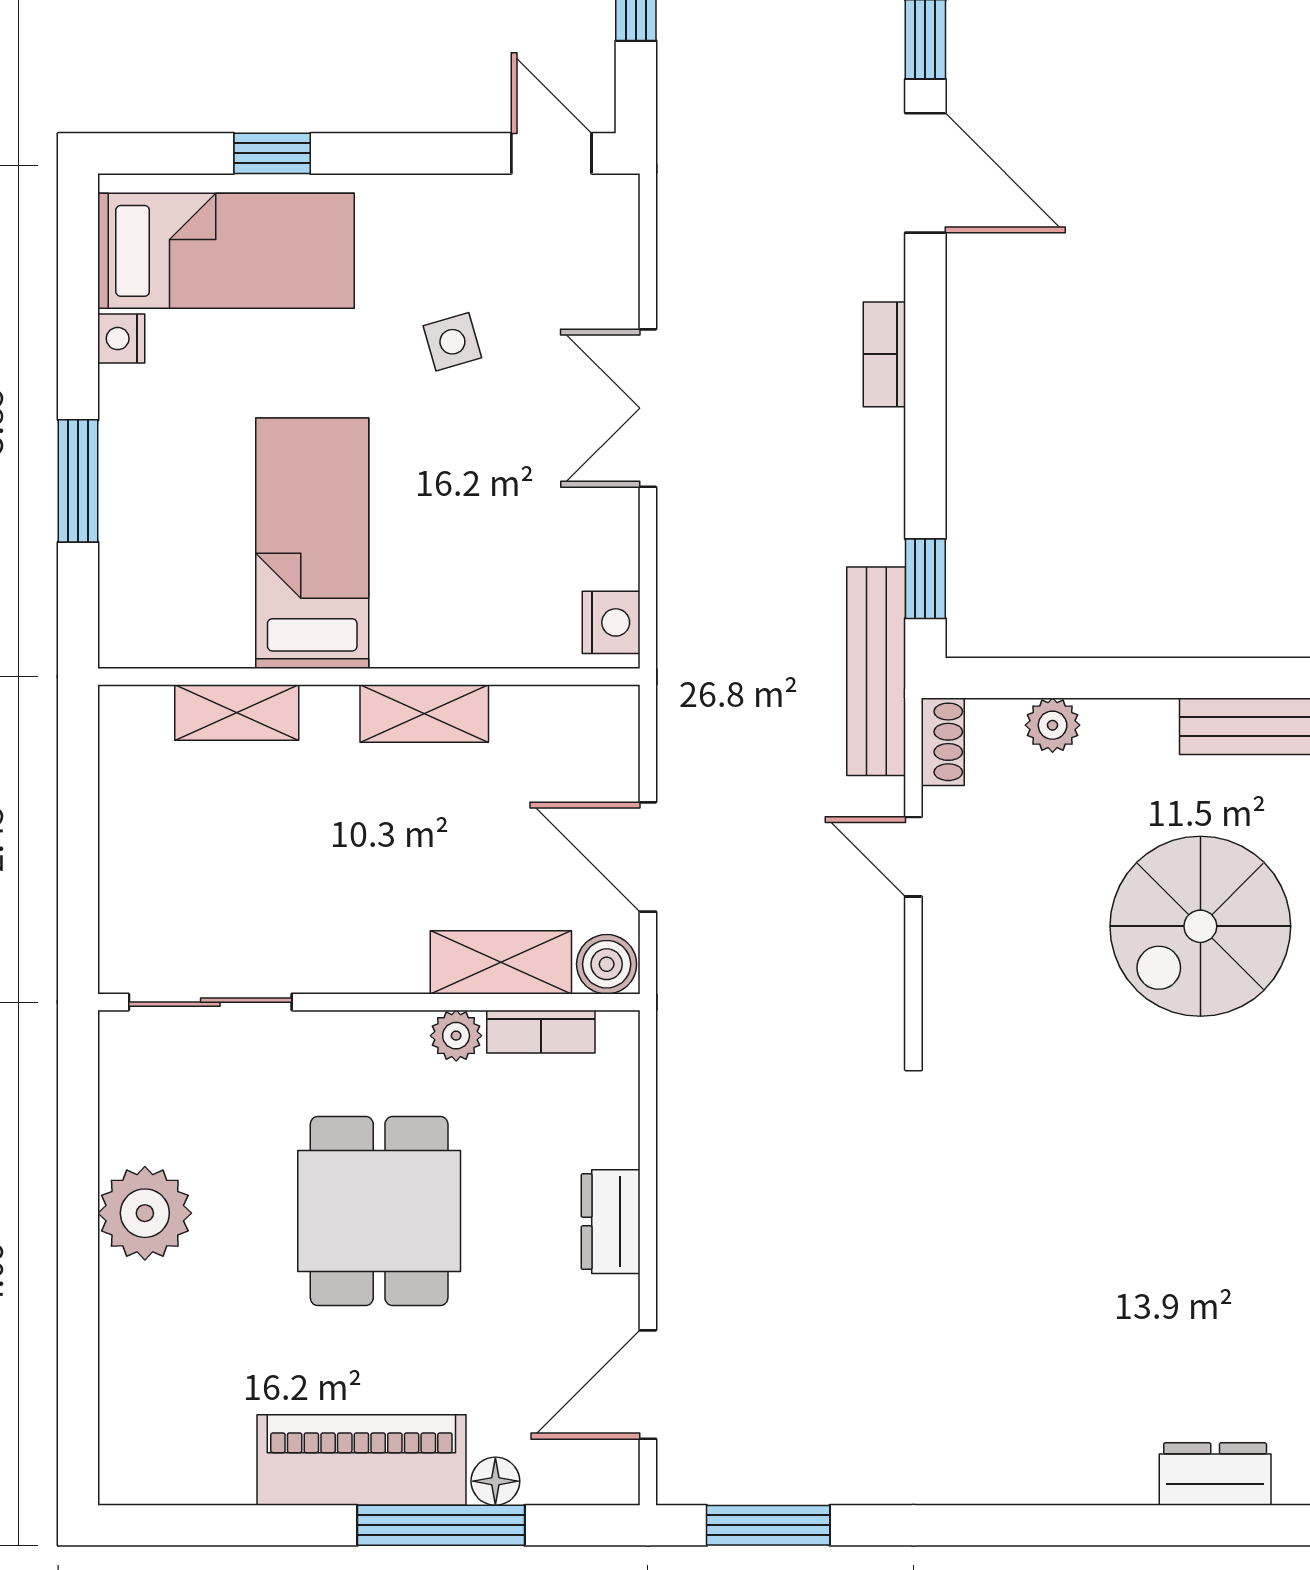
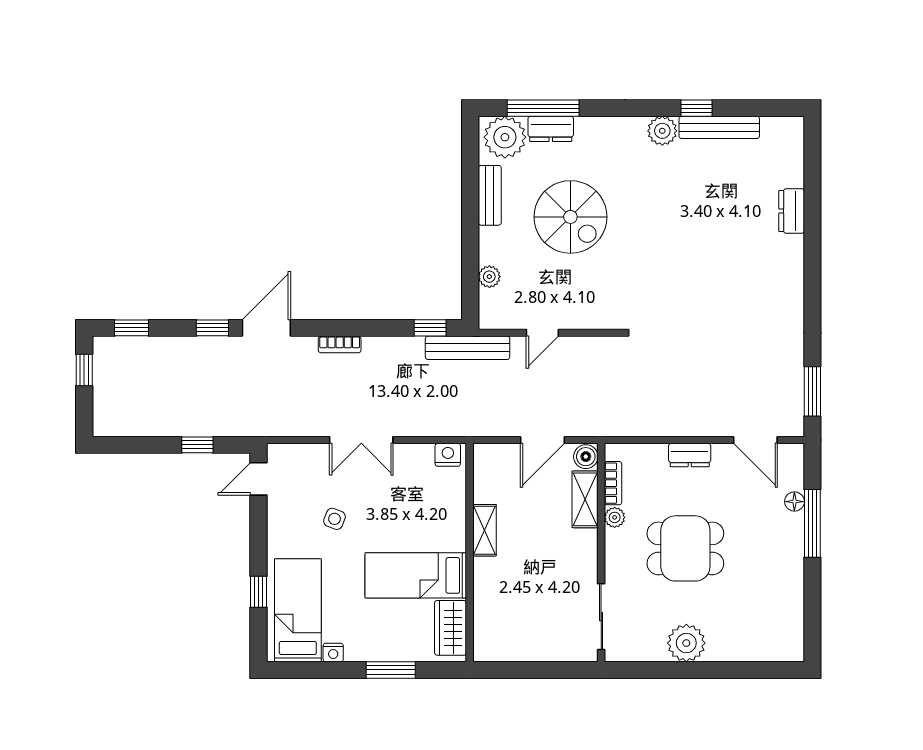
side table: (452, 342) -> (335, 519), turned 37
wardrobe: (182, 629) -> (451, 628), added
shelving: (237, 712) -> (484, 606), removed
shoe rack: (943, 742) -> (496, 321), removed
piano: (361, 1460) -> (786, 556), removed

